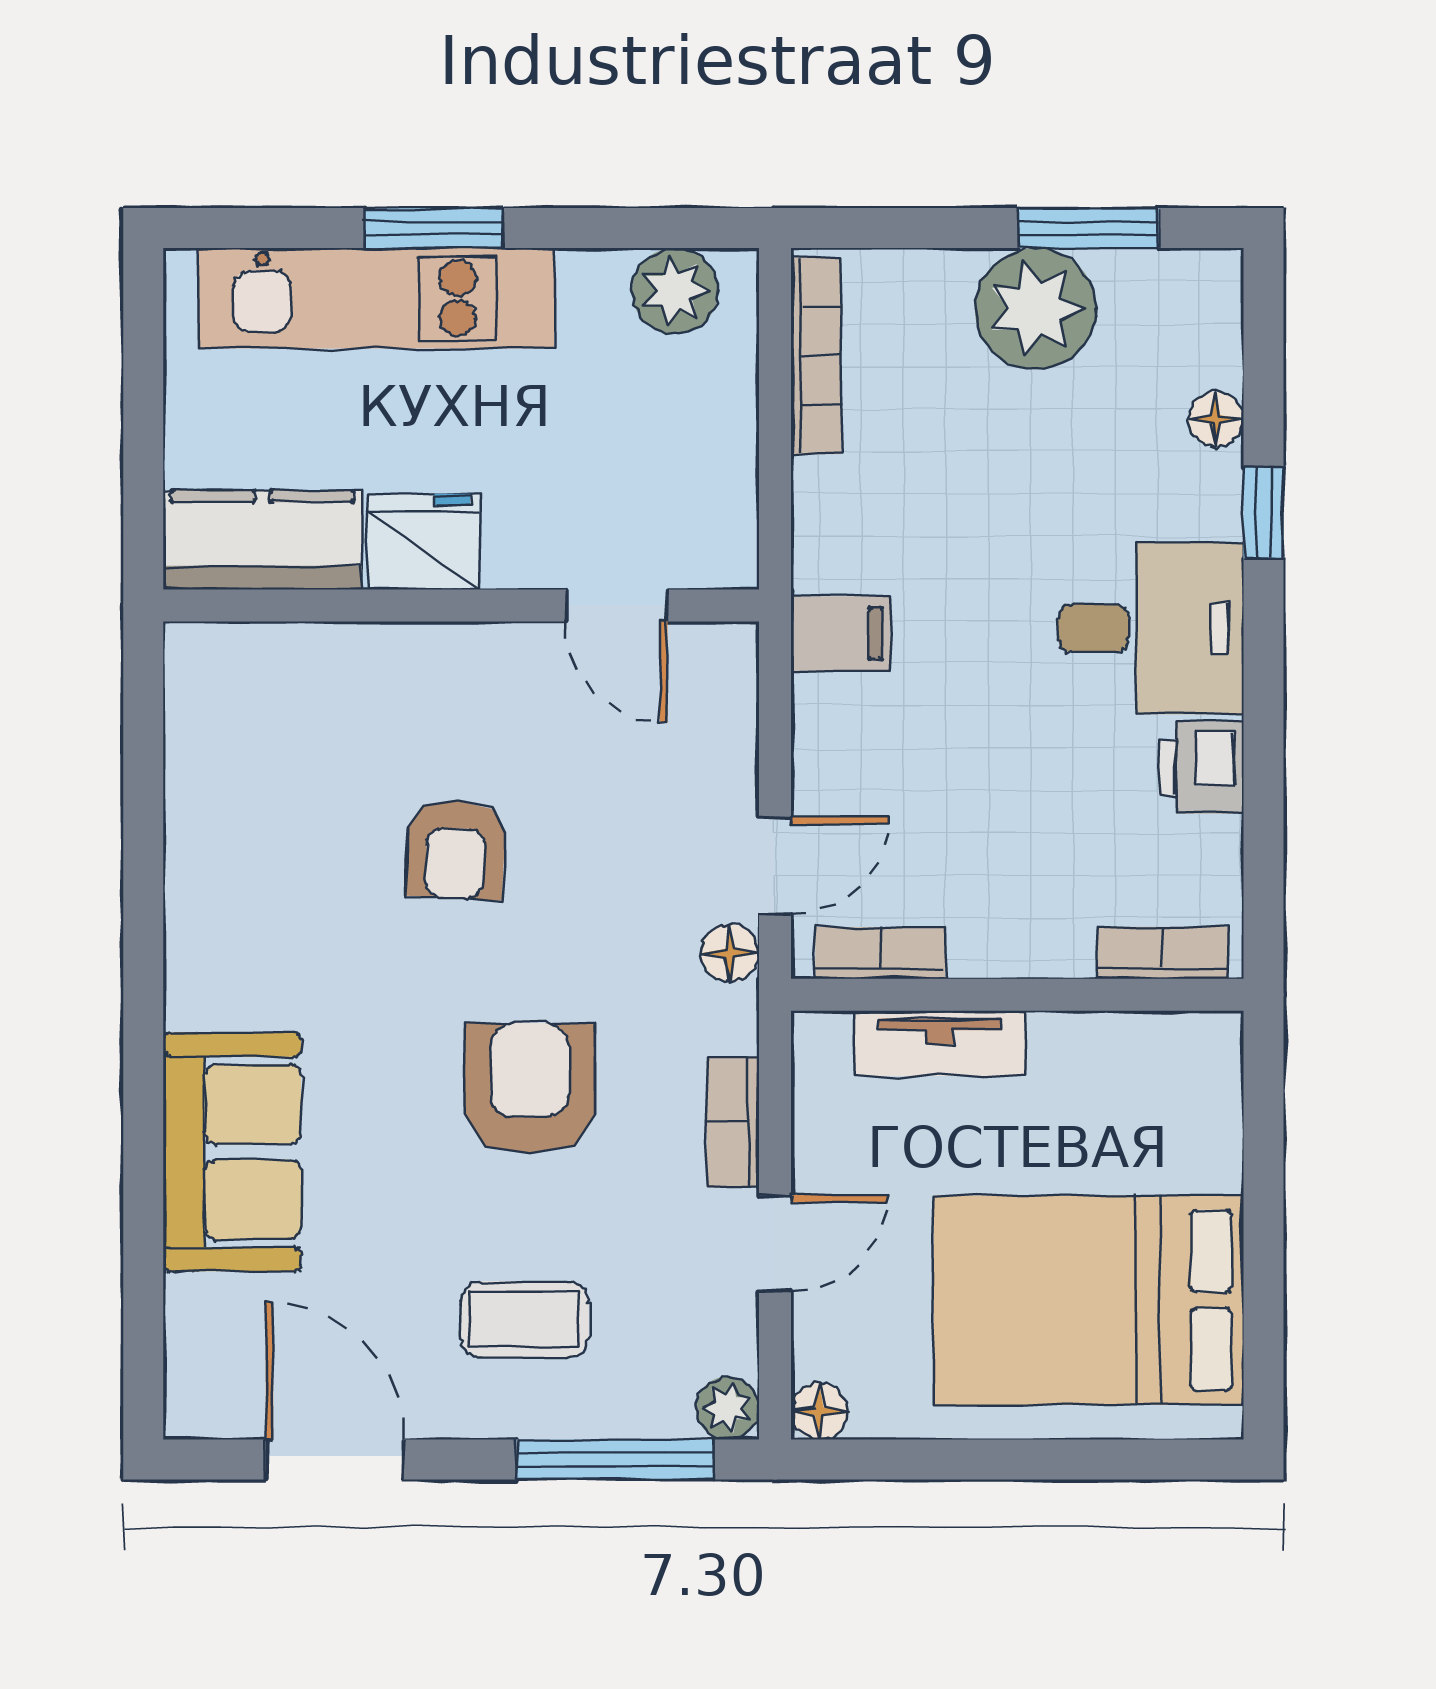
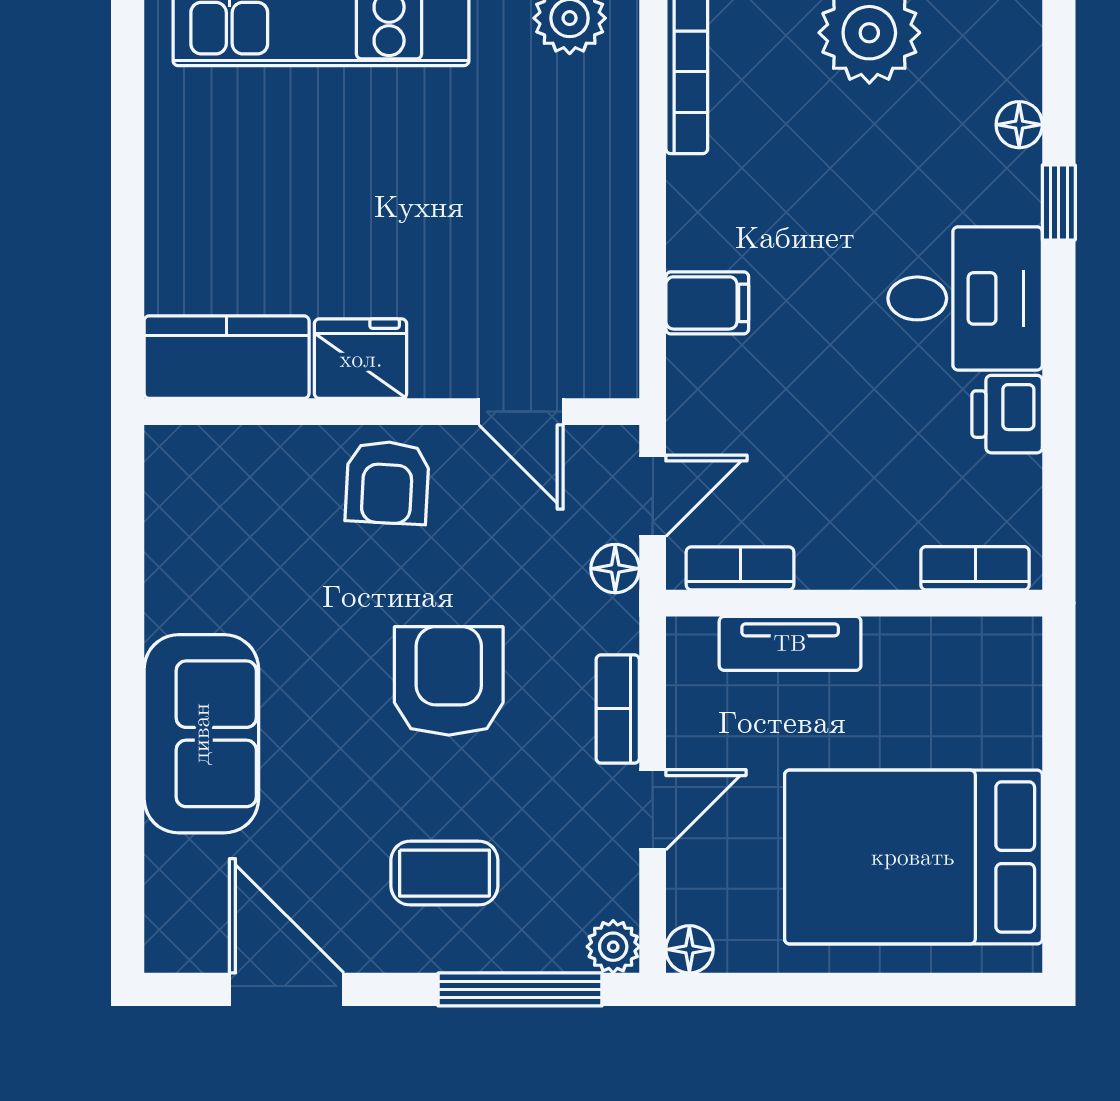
kitchen counter: (262, 540) -> (227, 357), moved
fridge: (424, 542) -> (361, 359), moved
wall: (461, 605) -> (392, 412), moved
door: (617, 605) -> (521, 412), moved

